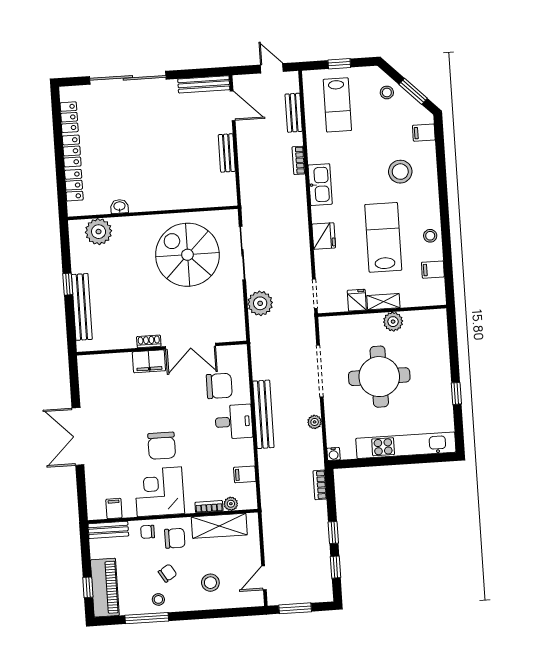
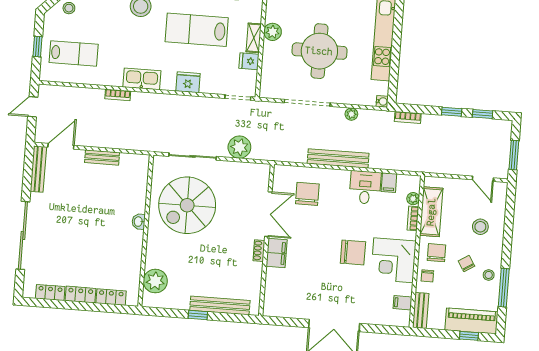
bench: (294, 113) -> (75, 93), removed
washbasin: (119, 206) -> (139, 222), moved
desk: (234, 422) -> (365, 187), moved

